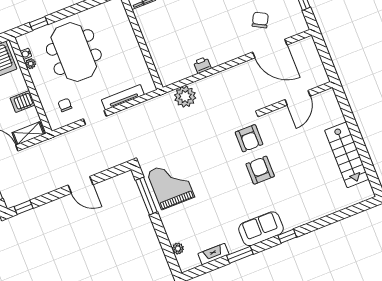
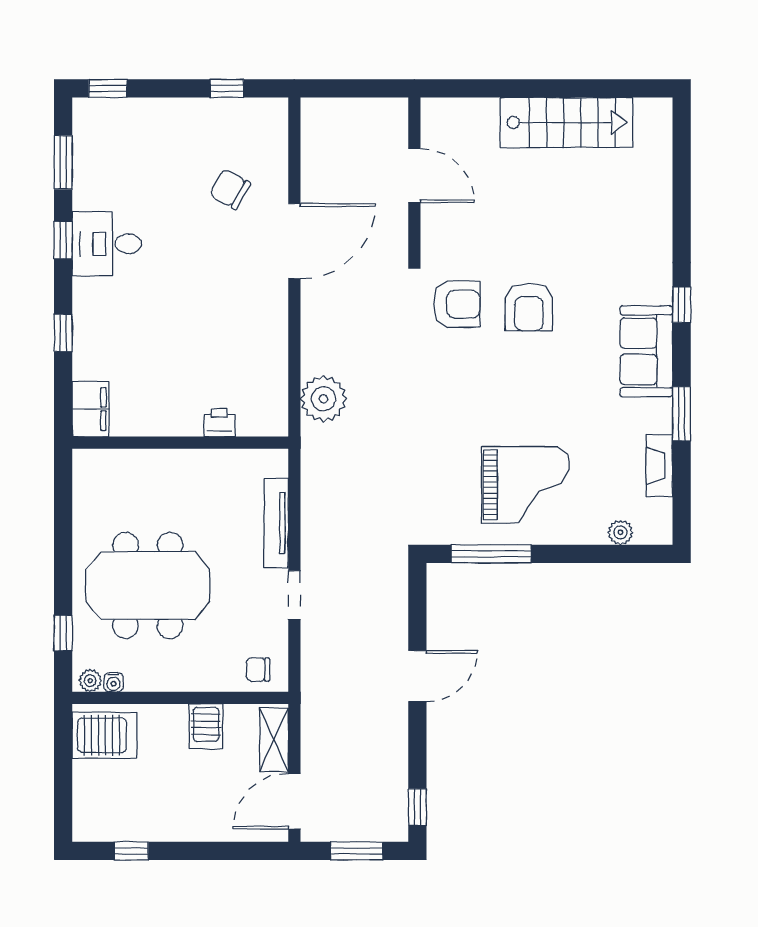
door: (270, 49) -> (294, 241), moved
plant: (31, 64) -> (90, 681), moved
printer: (202, 65) -> (219, 423), moved, turned 90
chair: (65, 105) -> (258, 670), moved
armchair: (260, 170) -> (529, 307), turned -90
grand piano: (171, 185) -> (526, 485), moved, turned 180

